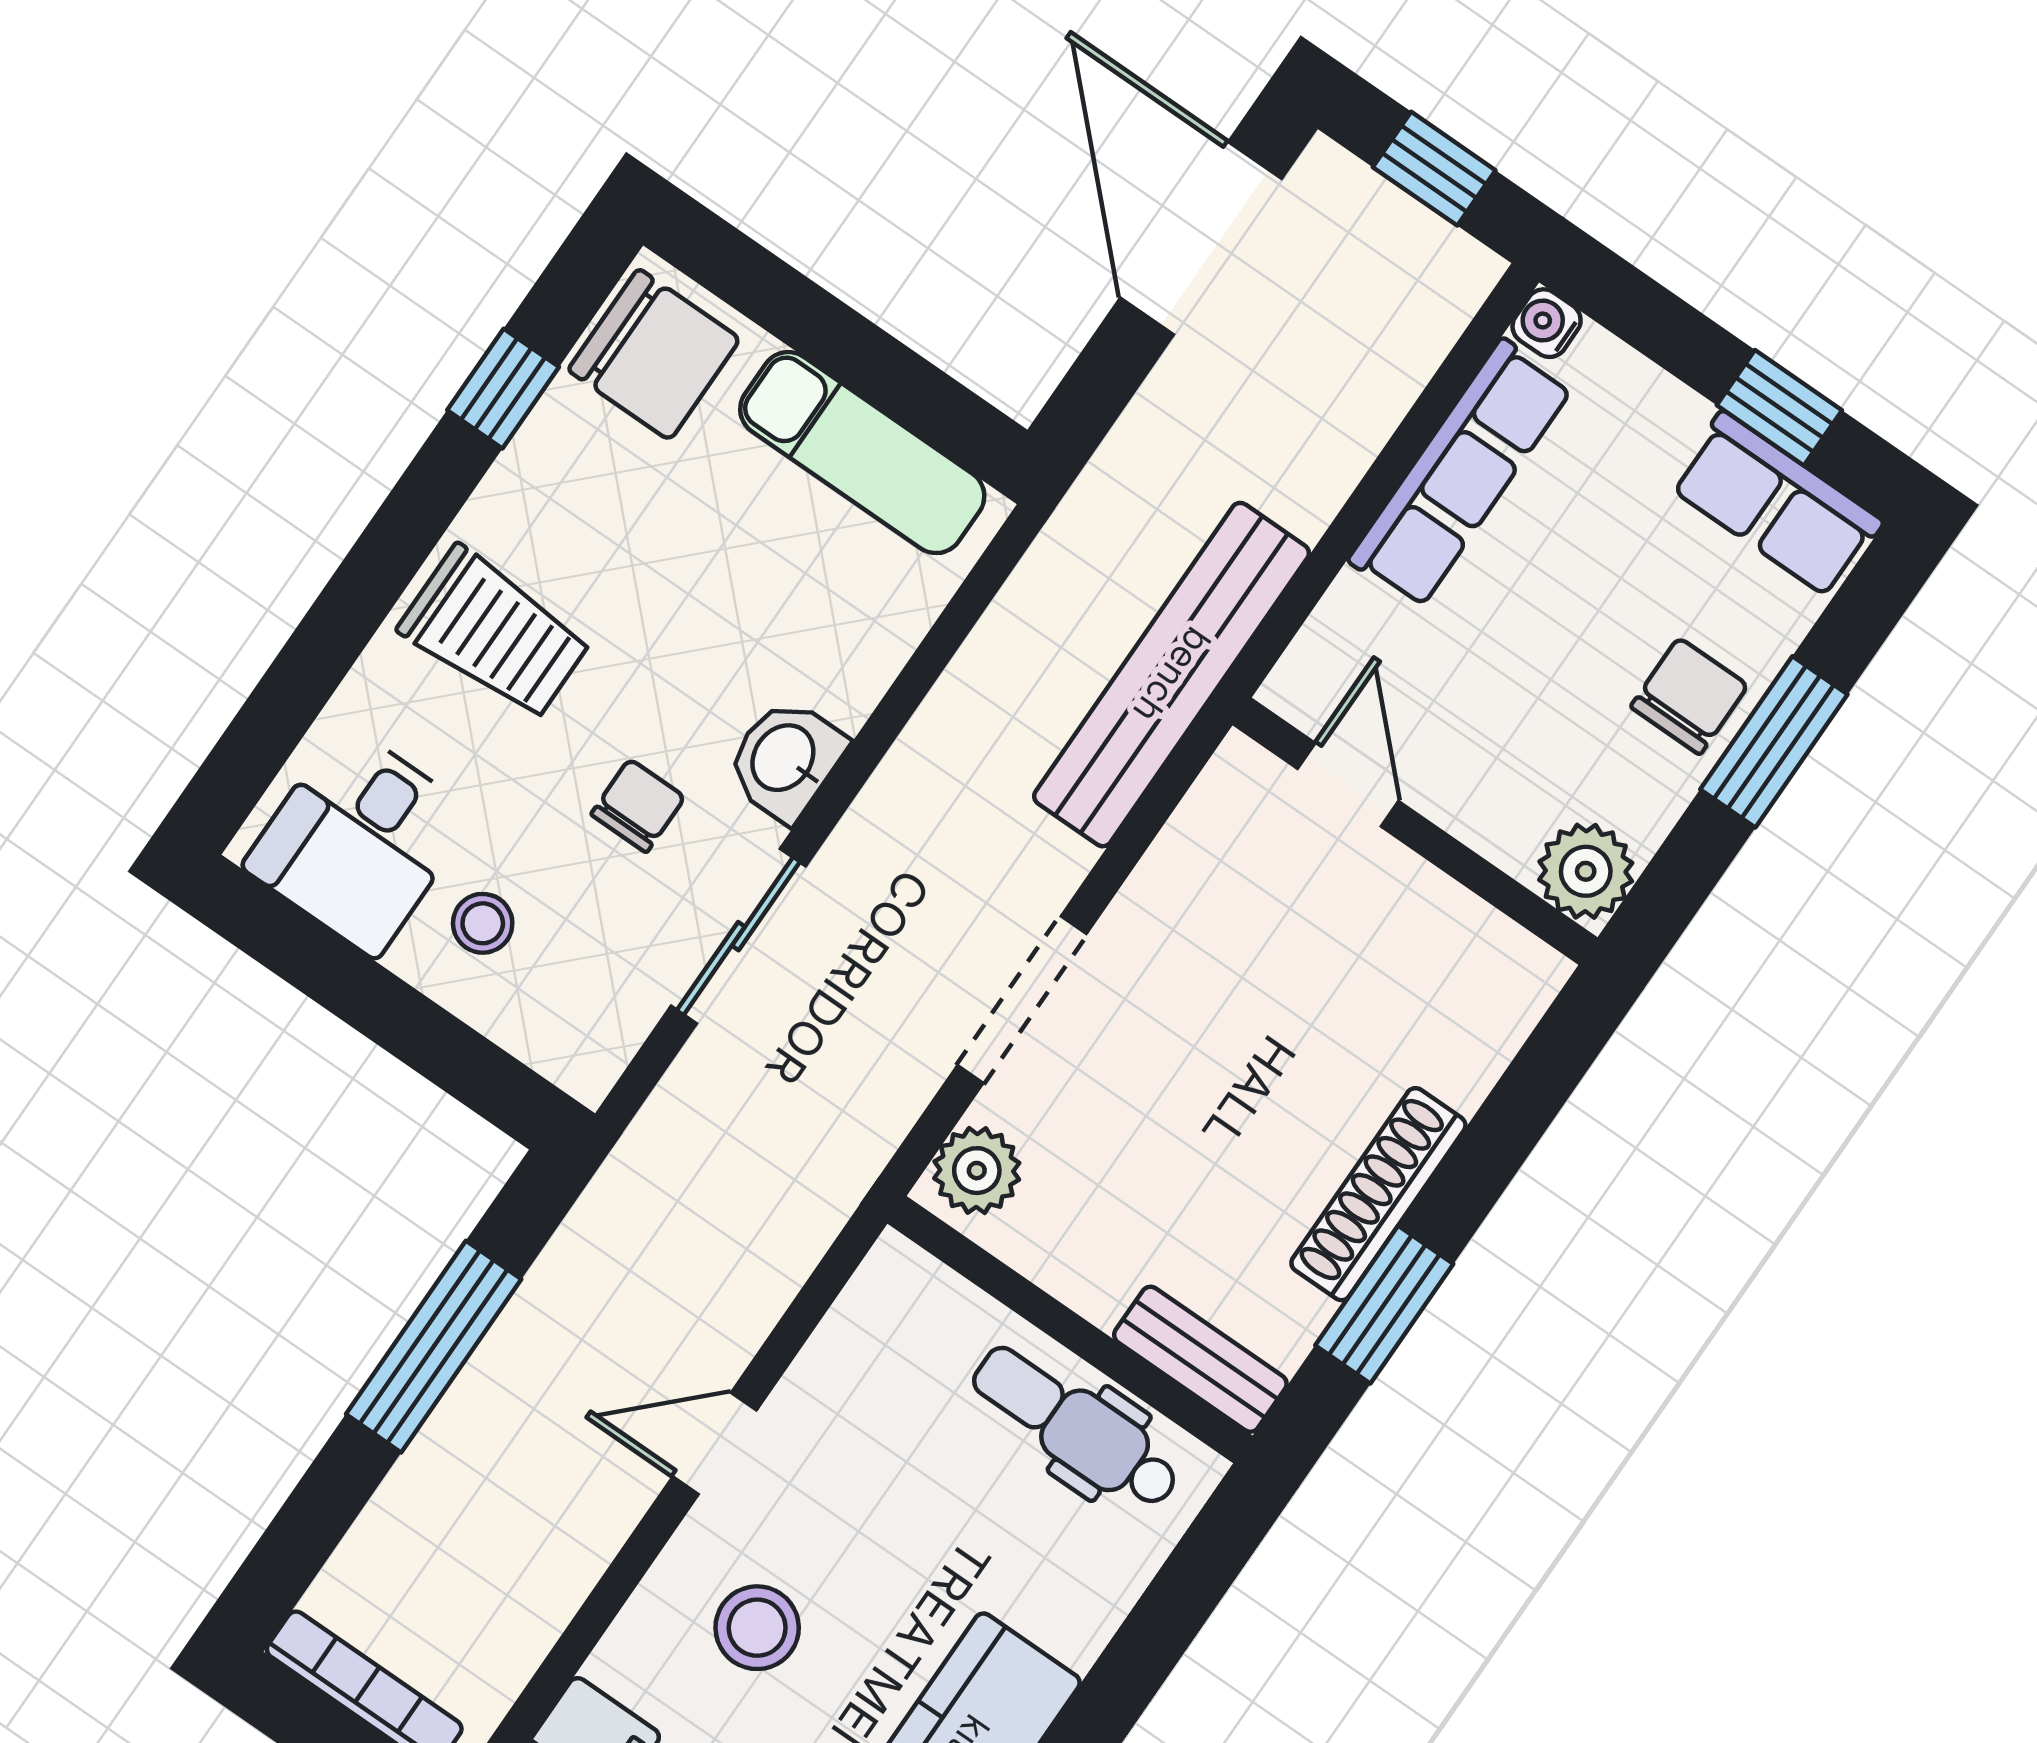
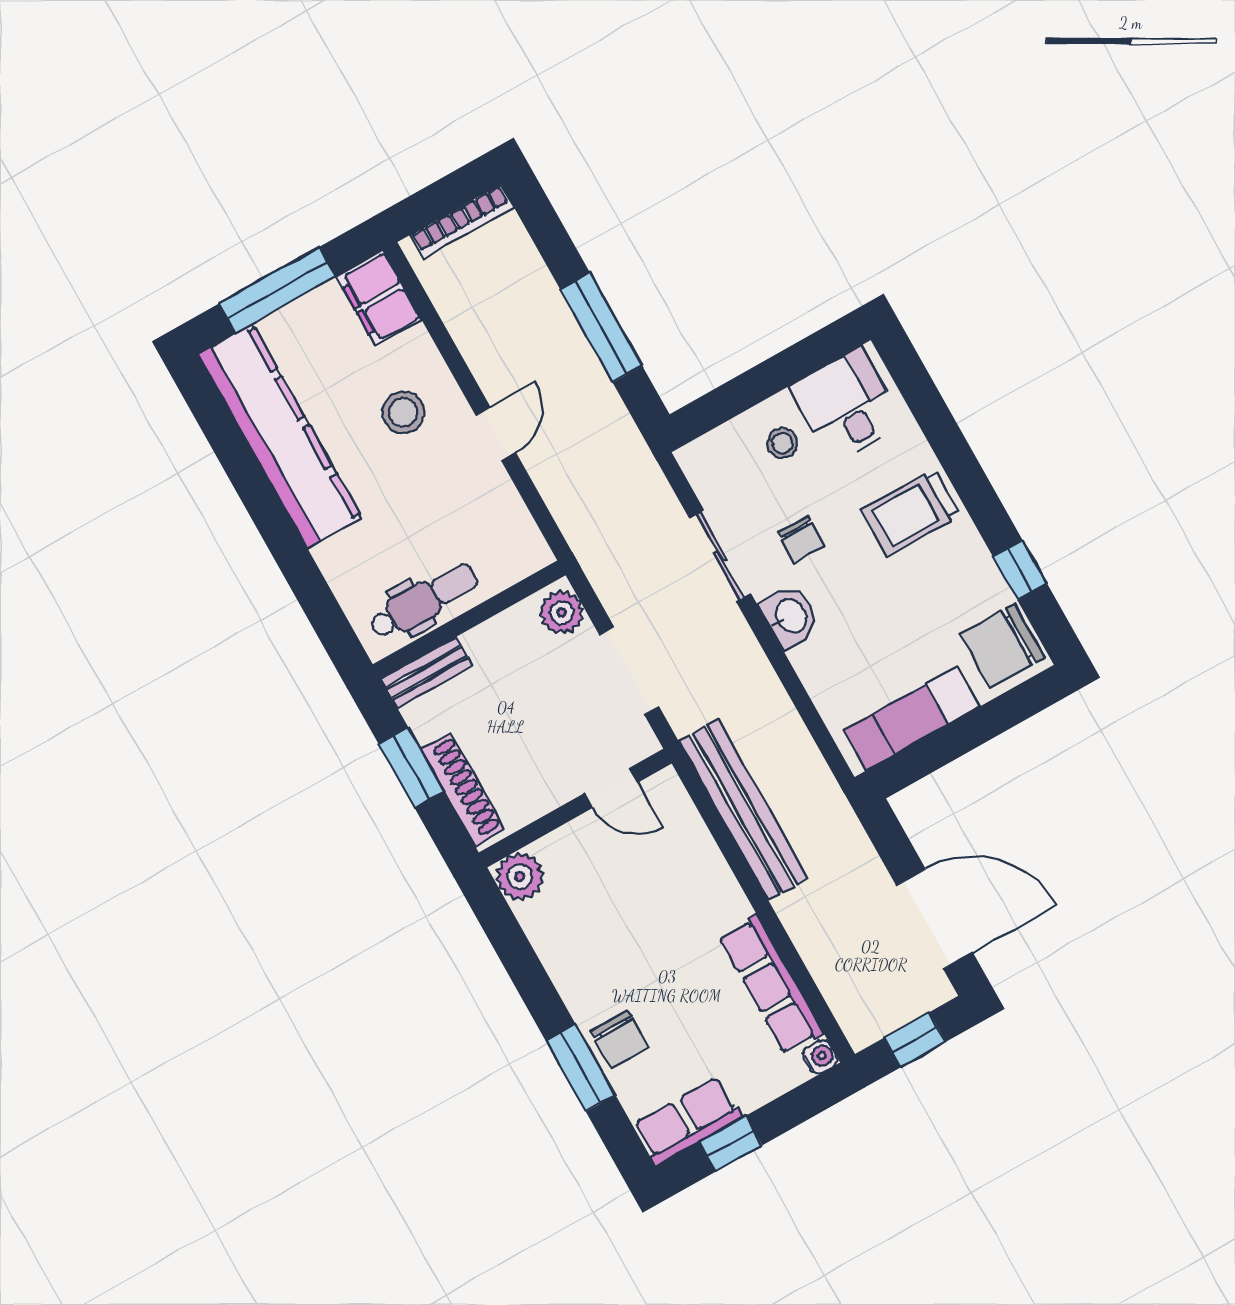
door: (1348, 785) -> (611, 788), moved
wall: (1415, 831) -> (575, 808), moved
plant: (1586, 871) -> (520, 877), moved

